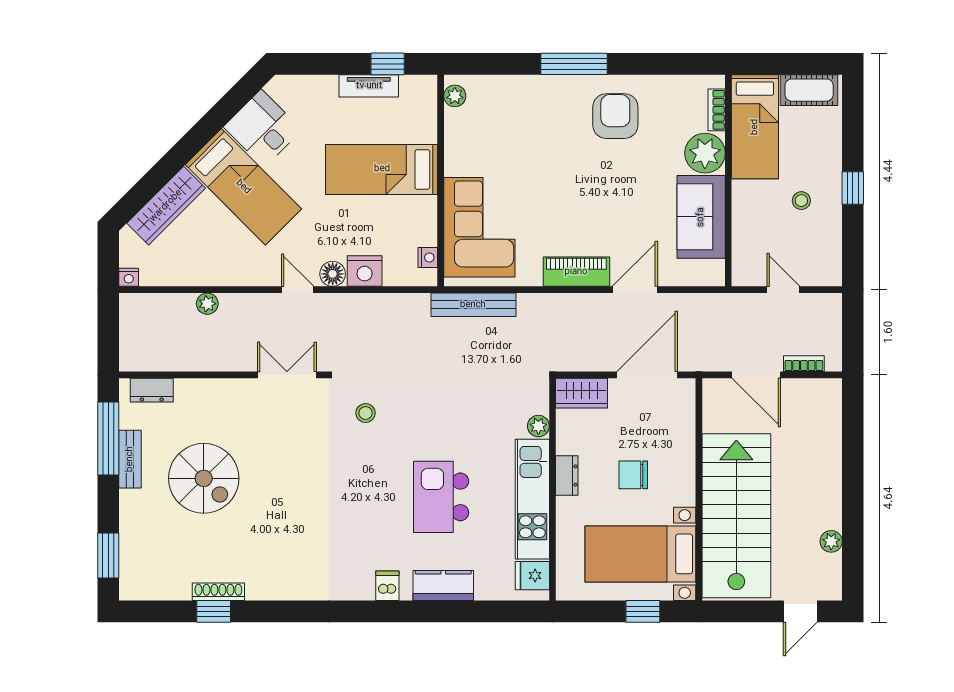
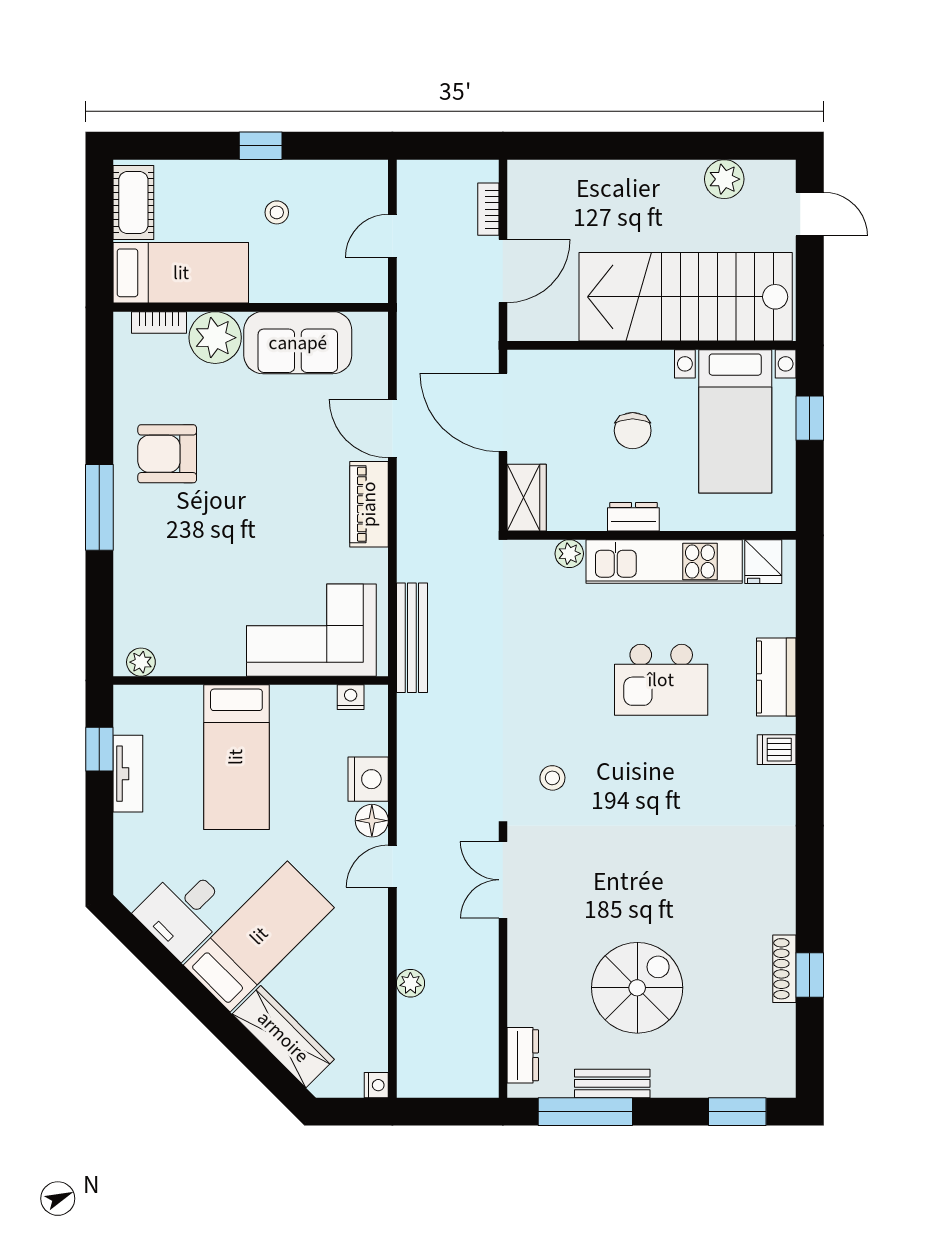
plant: (831, 541) -> (724, 179), width x1.38, depth x1.38

